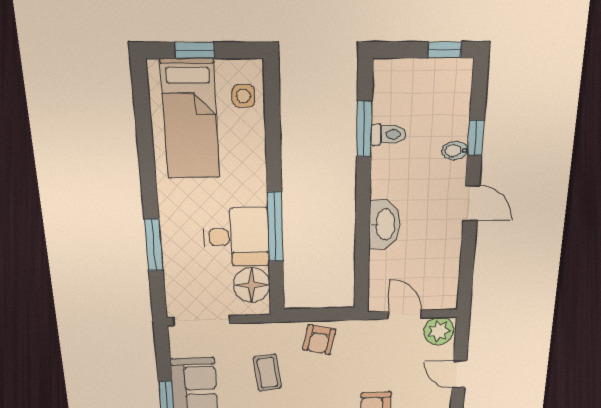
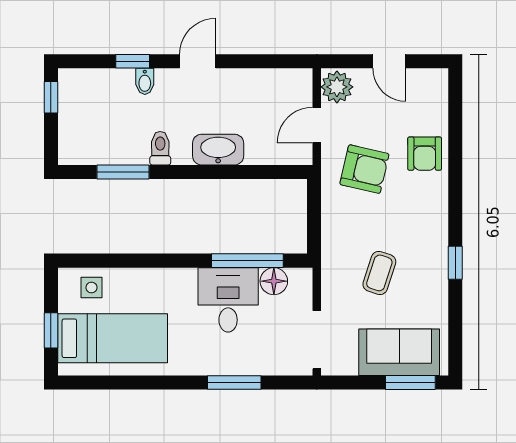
toilet: (388, 134) -> (160, 148), moved
window: (275, 227) -> (247, 261), moved
floor lamp: (252, 285) -> (274, 281), width x0.73, depth x0.73
armchair: (319, 339) -> (364, 169), moved, width x1.38, depth x1.38
coffee table: (267, 373) -> (379, 273), turned -65
door: (459, 374) -> (389, 61), hinge flipped

